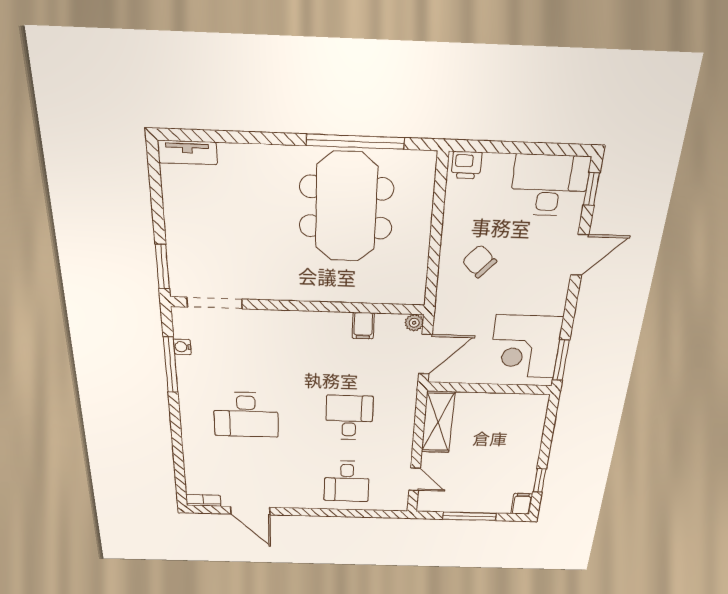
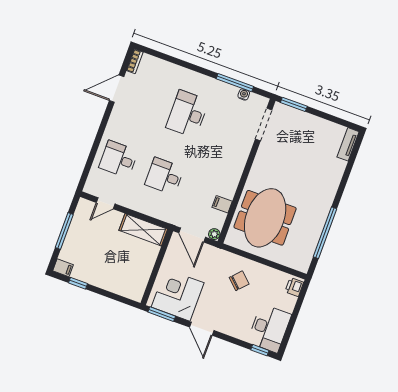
meeting table: (346, 208) -> (265, 218), moved, turned 90
door: (580, 255) -> (202, 329), moved
desk: (349, 418) -> (165, 176), turned 180

